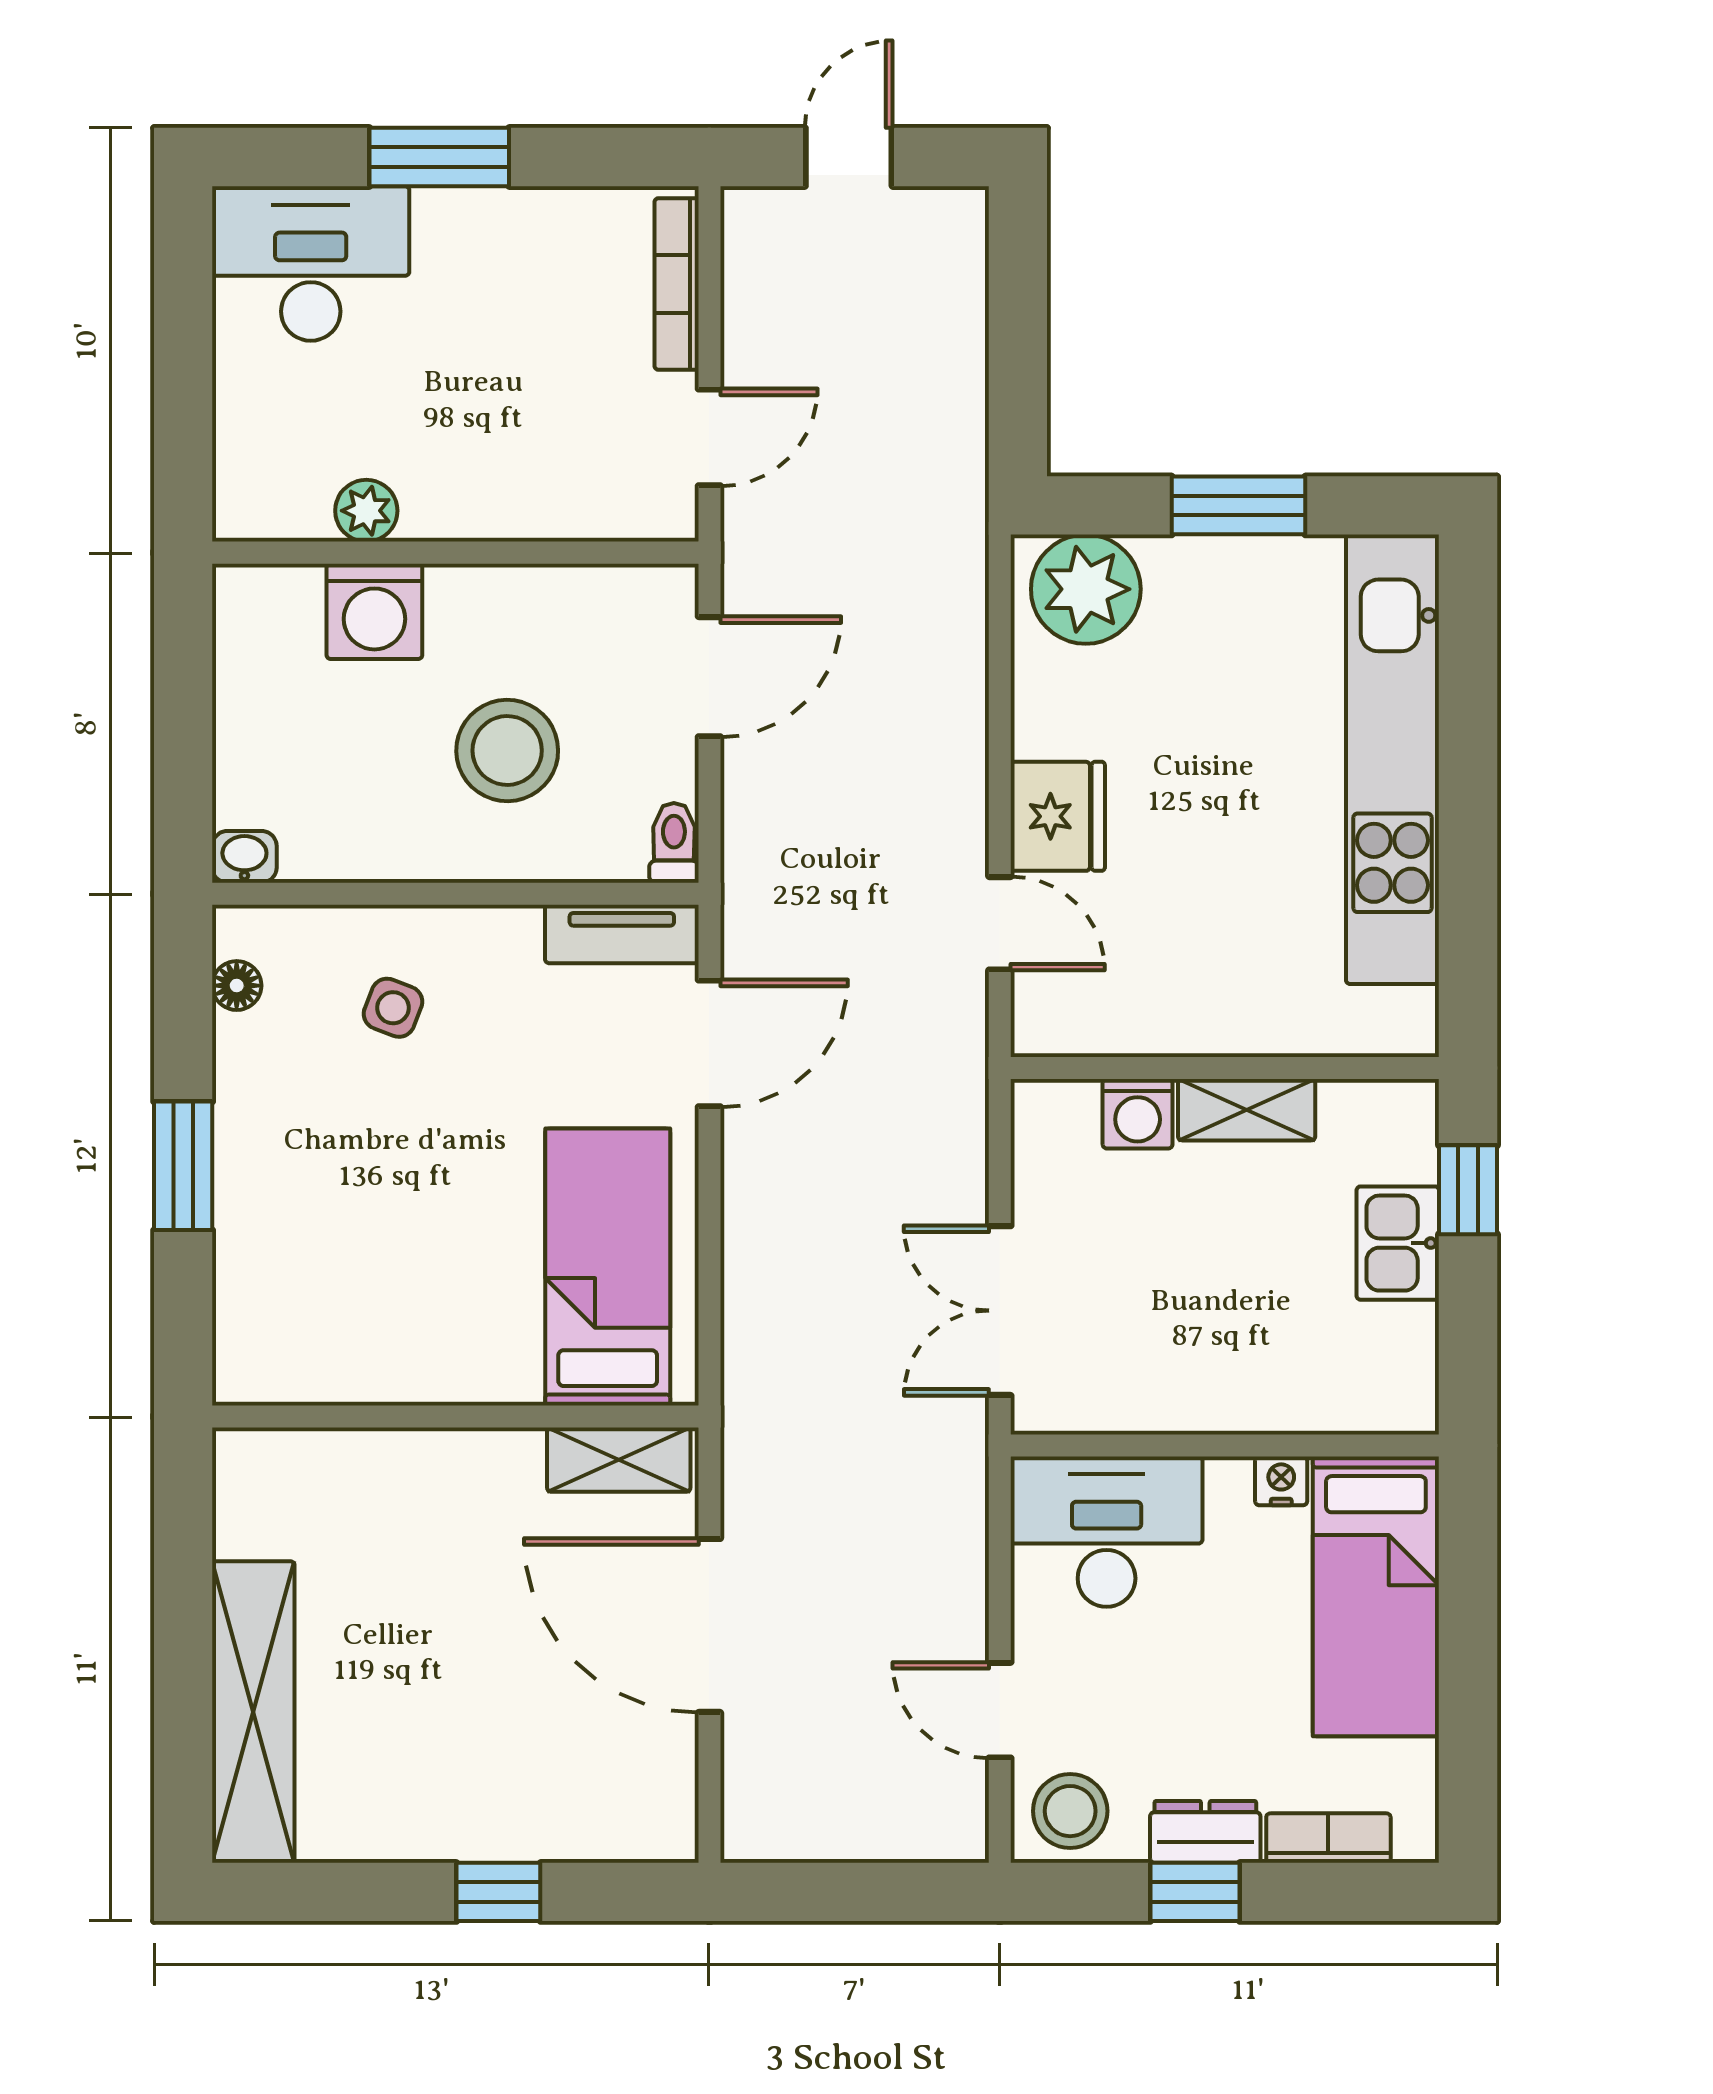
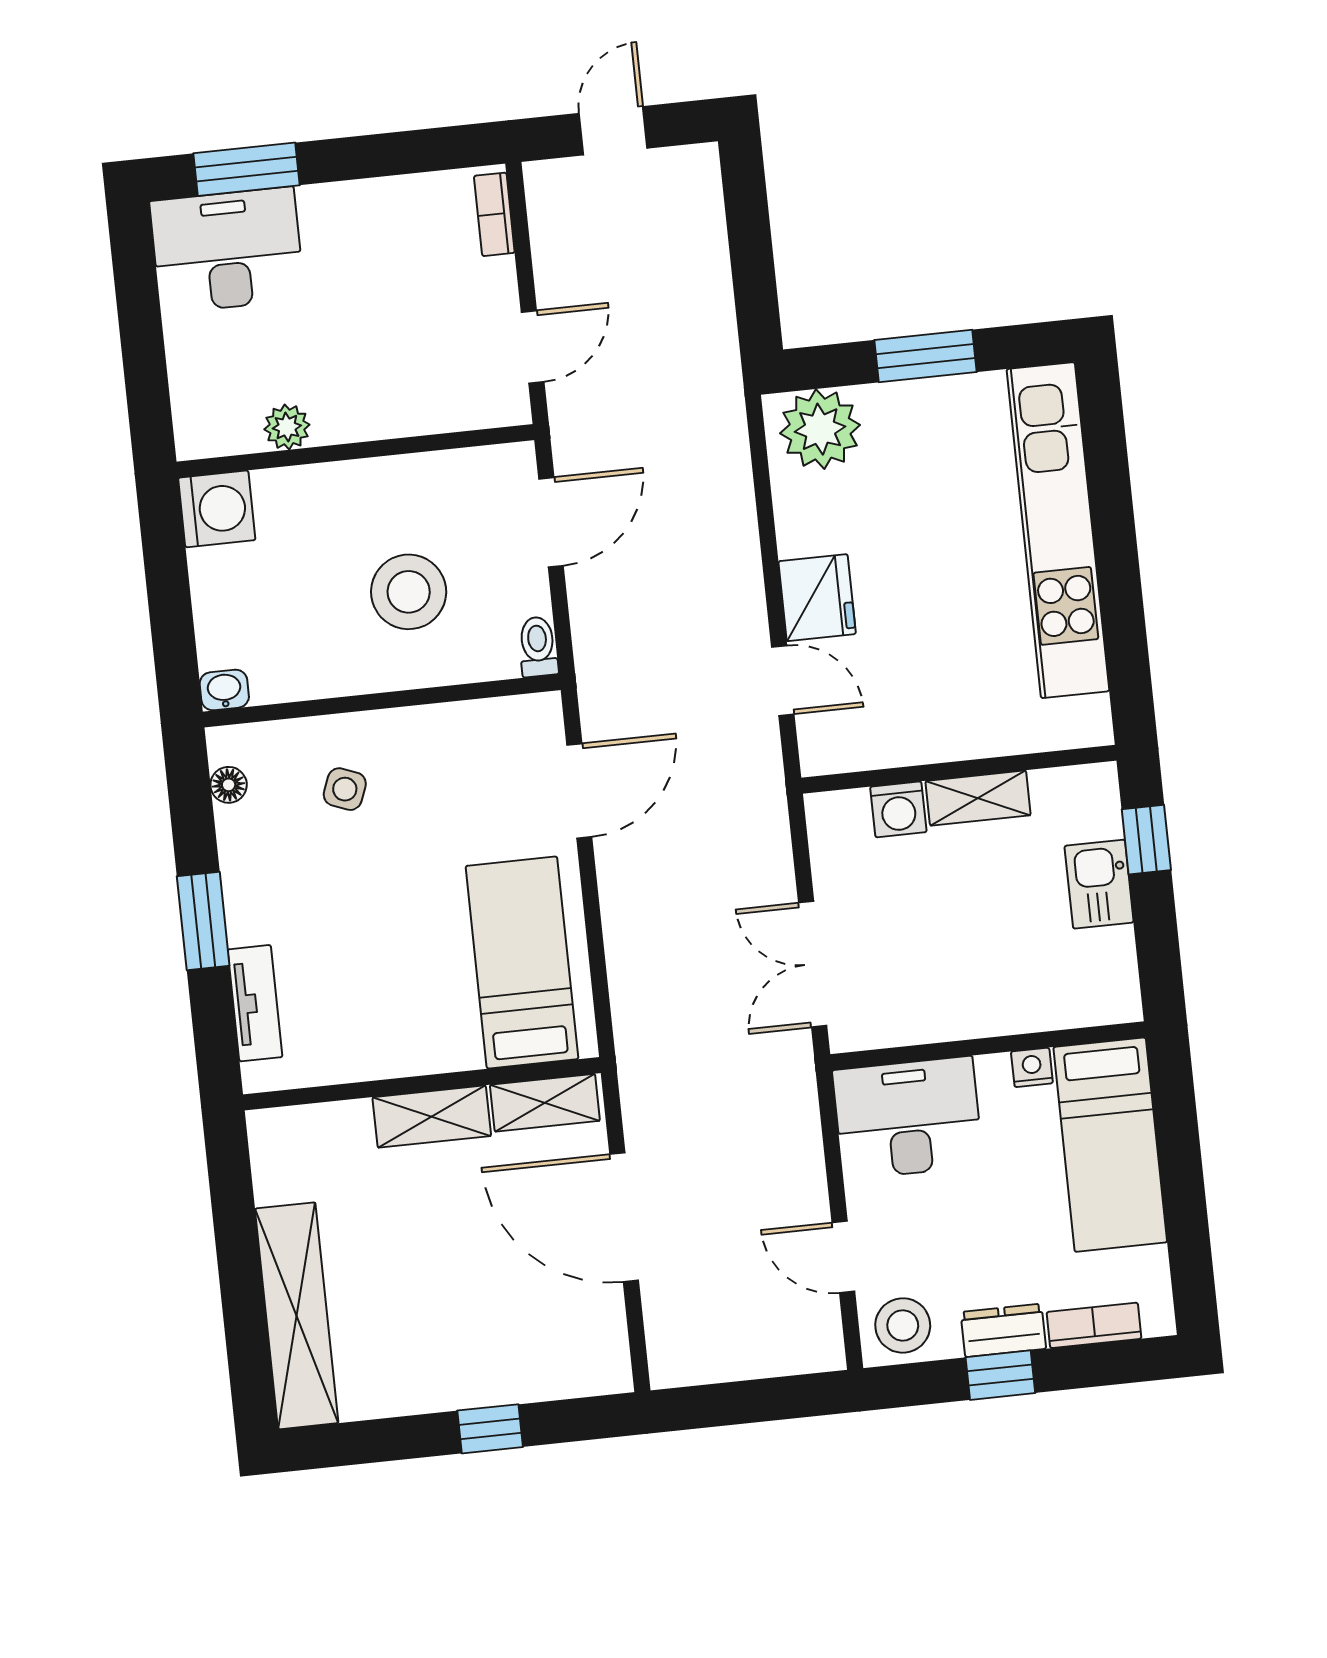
window: (439, 157) -> (247, 169), moved
bookcase: (677, 284) -> (494, 214), width x0.64
washing machine: (374, 611) -> (217, 509), moved, turned -90
tv unit: (622, 934) -> (255, 1003), moved, turned -90
shelving: (464, 1462) -> (432, 1117), added

